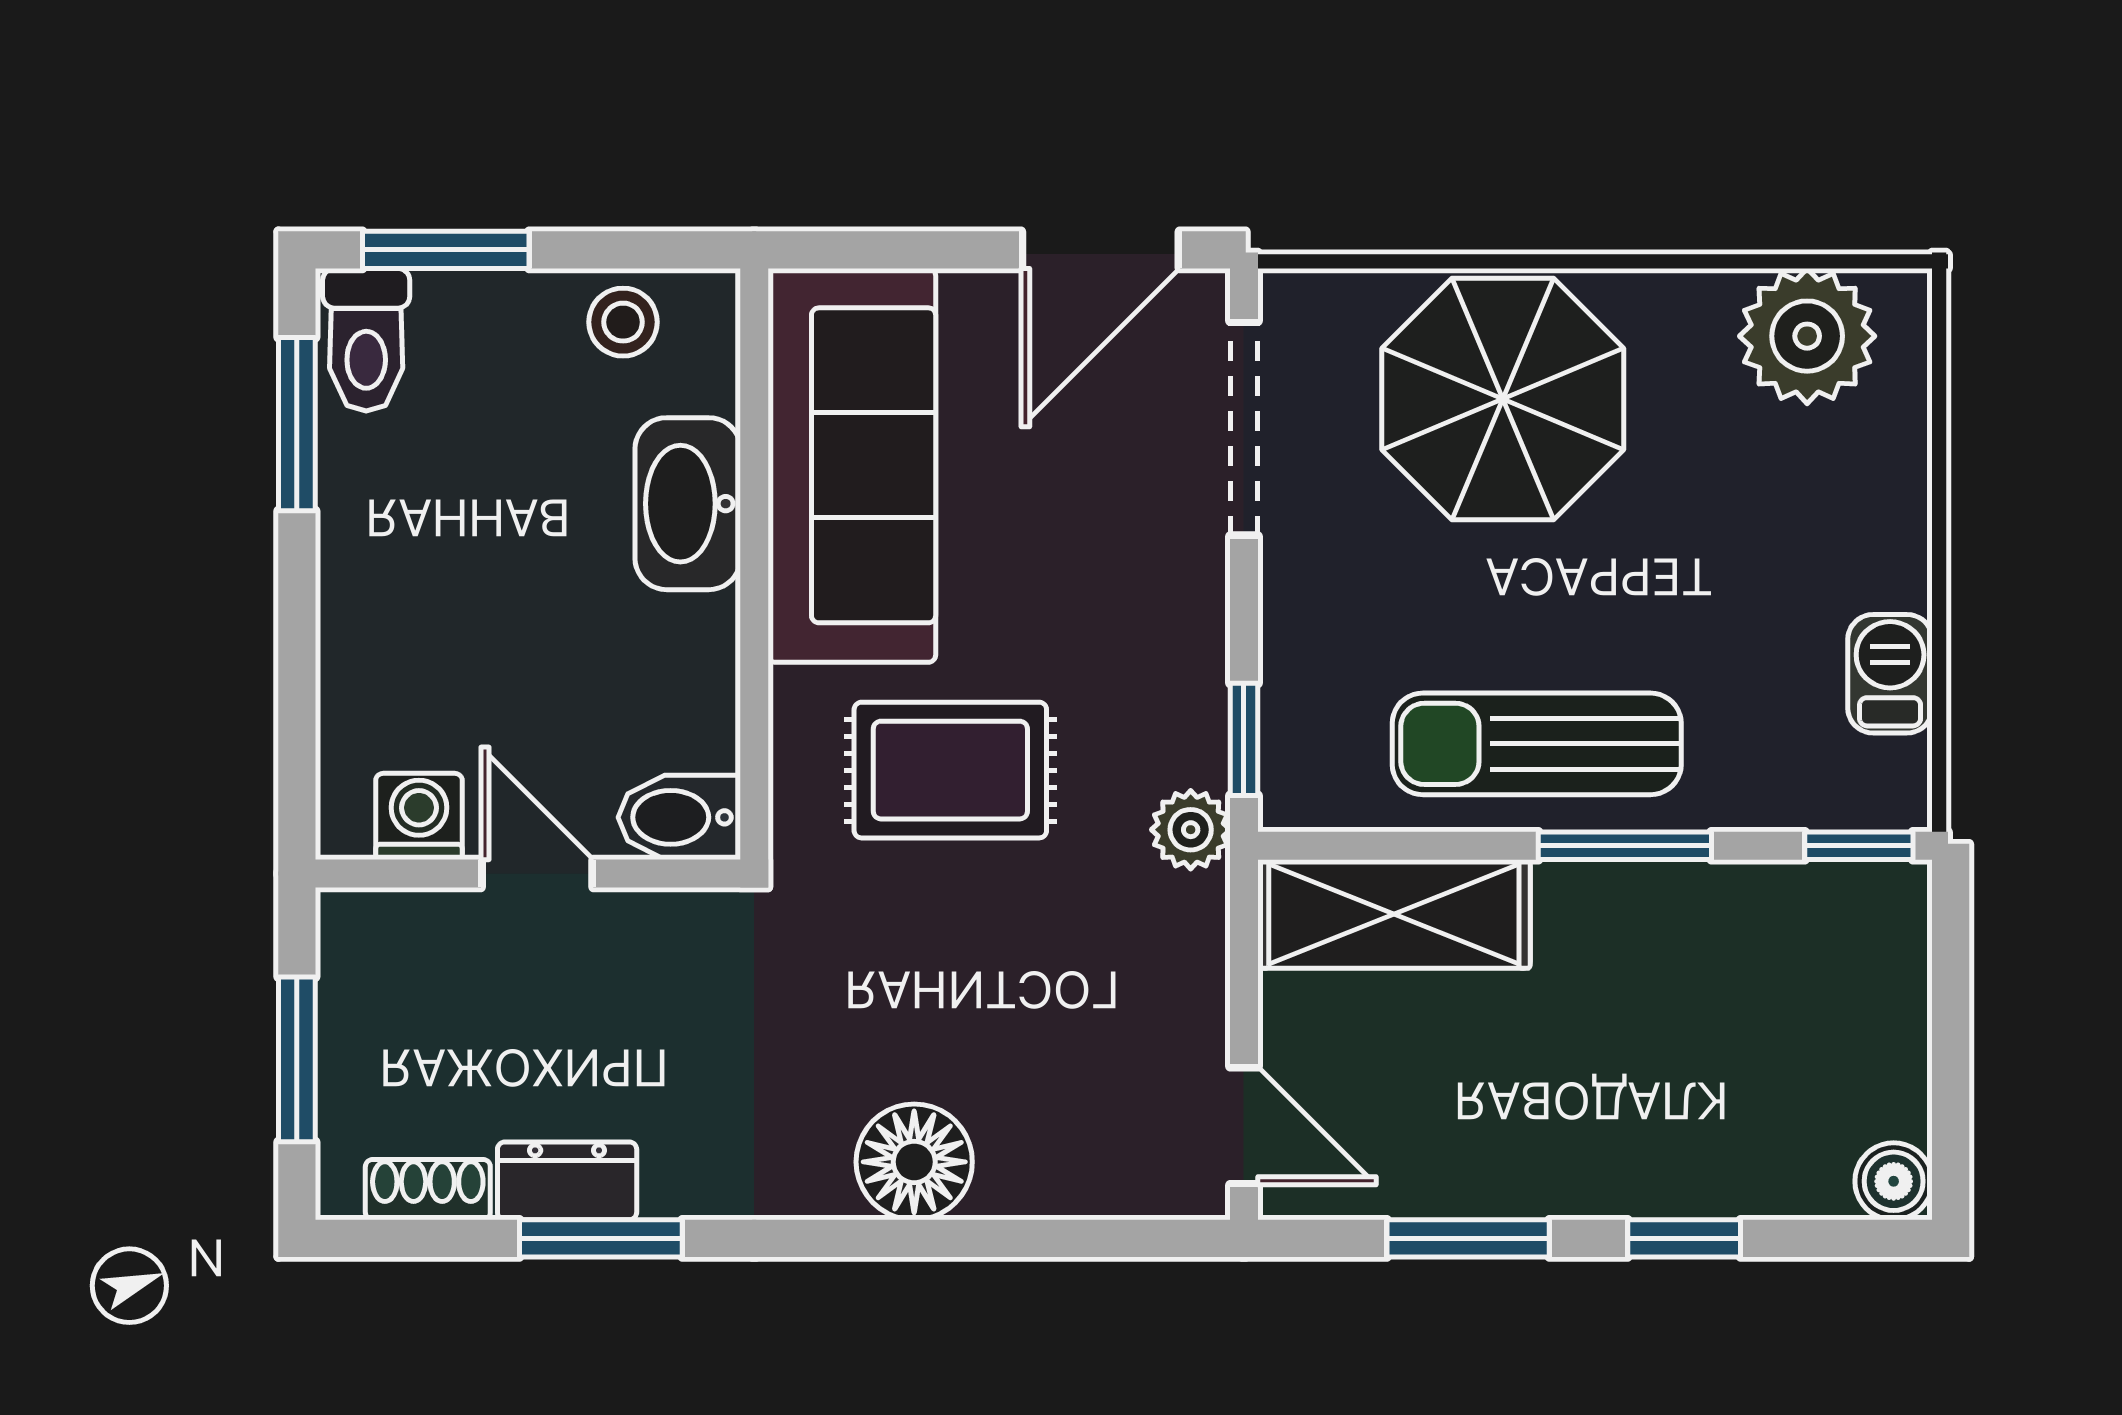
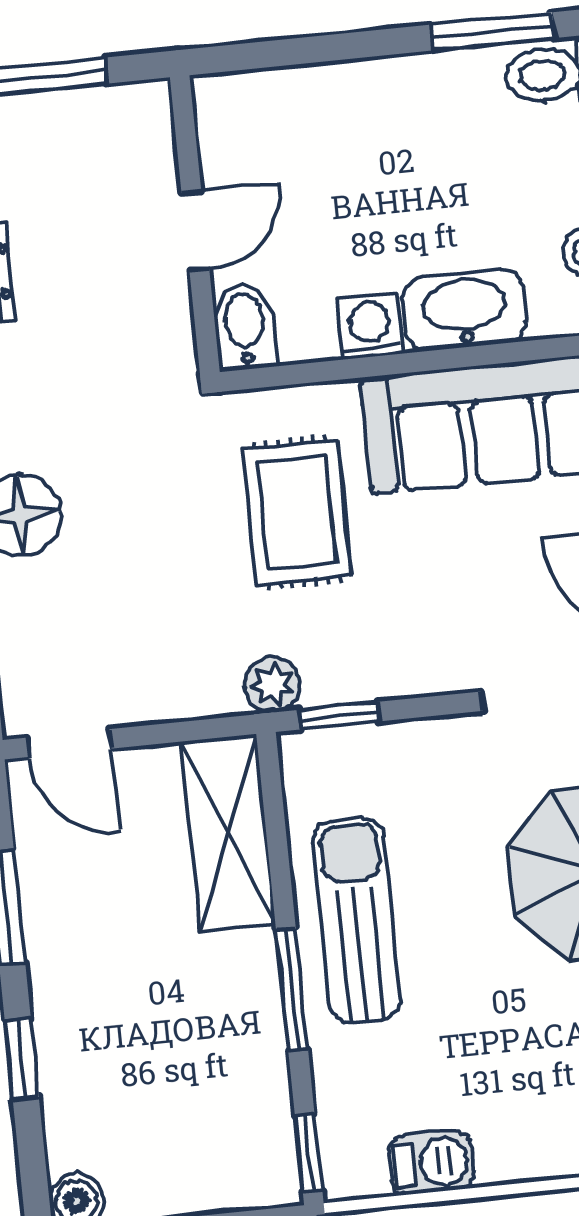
washing machine: (419, 816) -> (370, 326), moved, turned -90
door: (1244, 1126) -> (69, 743), hinge flipped

